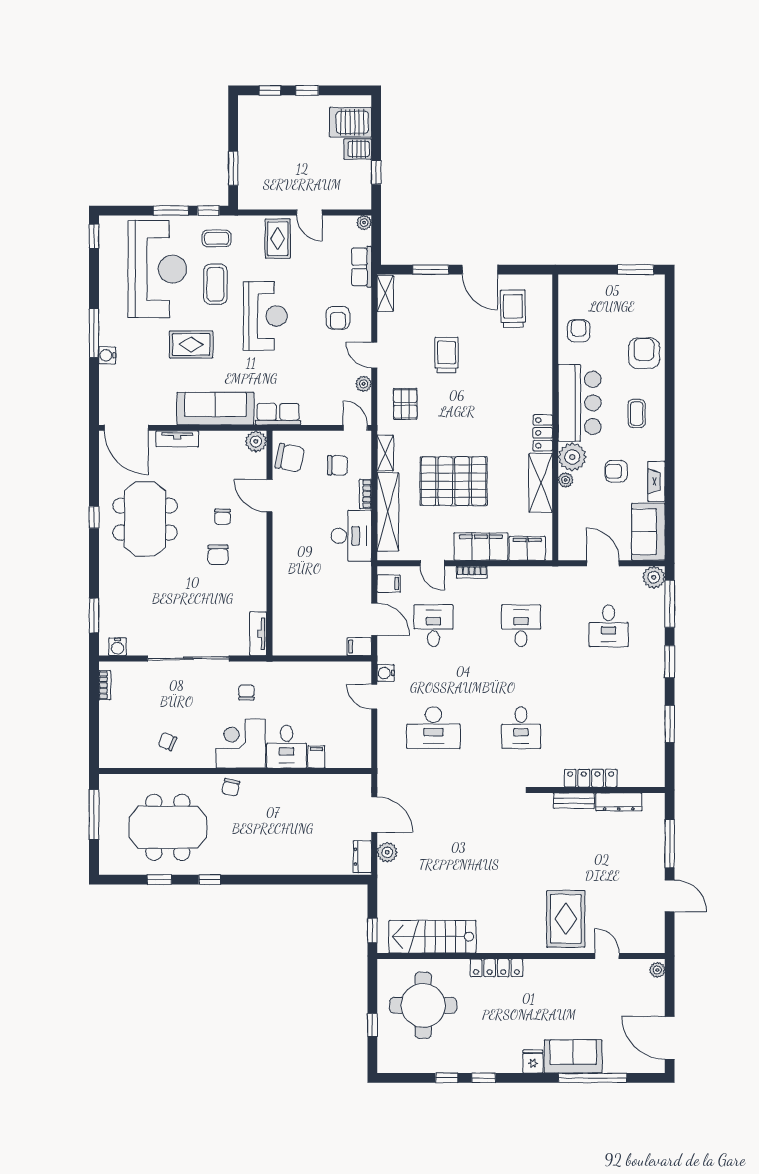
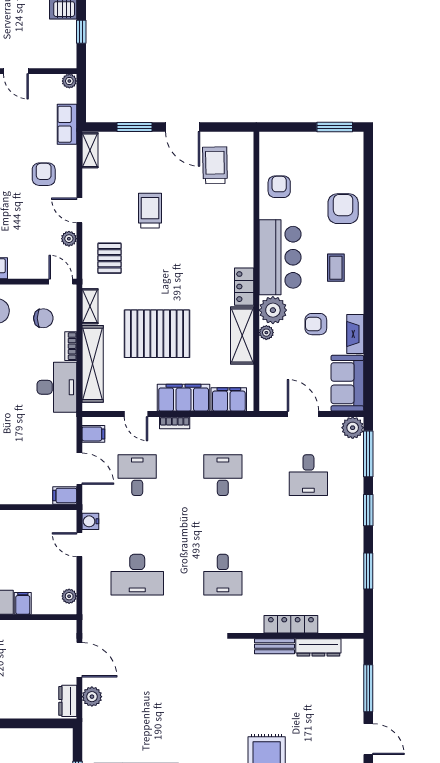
armchair: (338, 318) -> (44, 174), turned 180
plant: (364, 750) -> (69, 596), added

